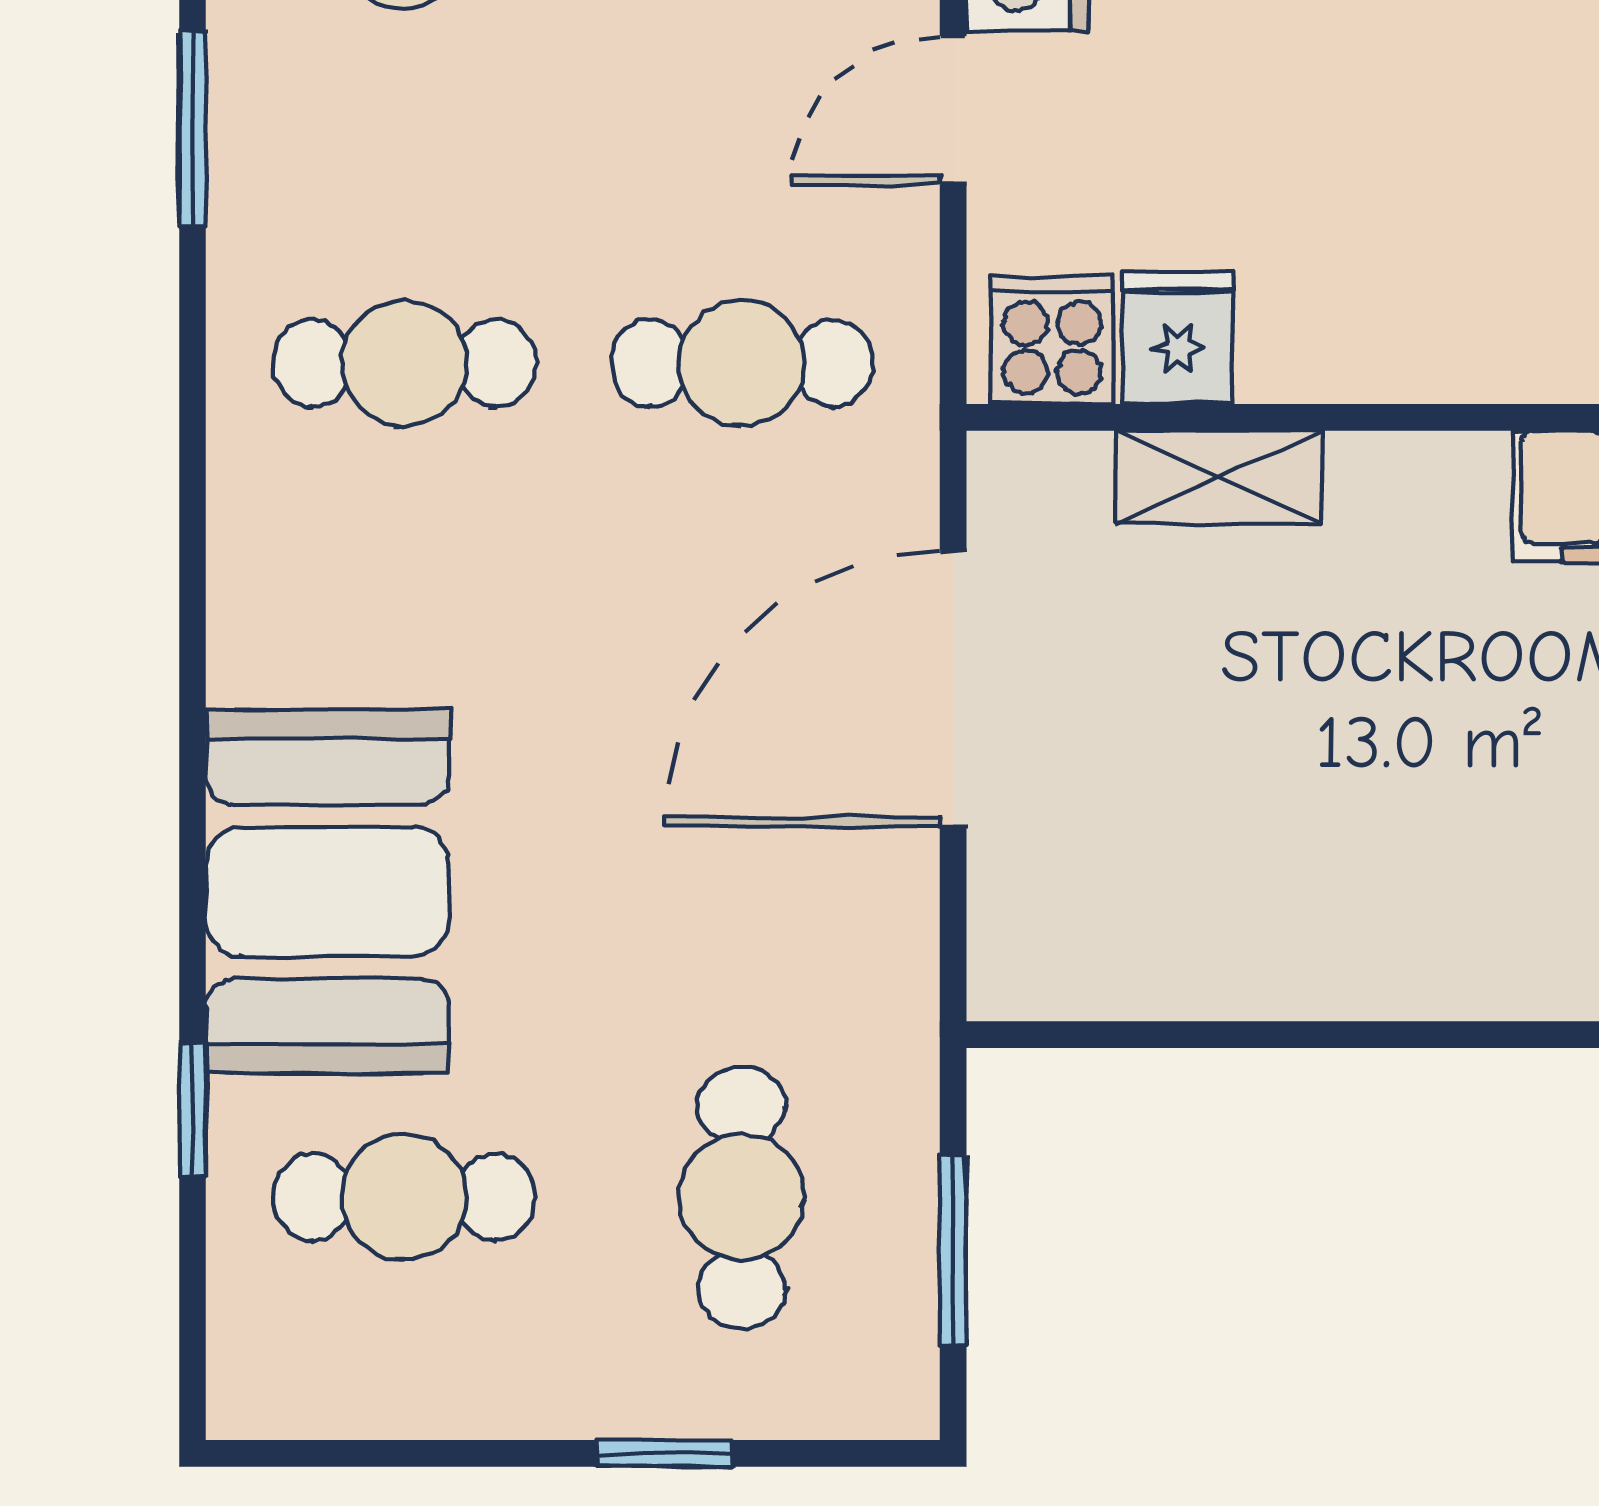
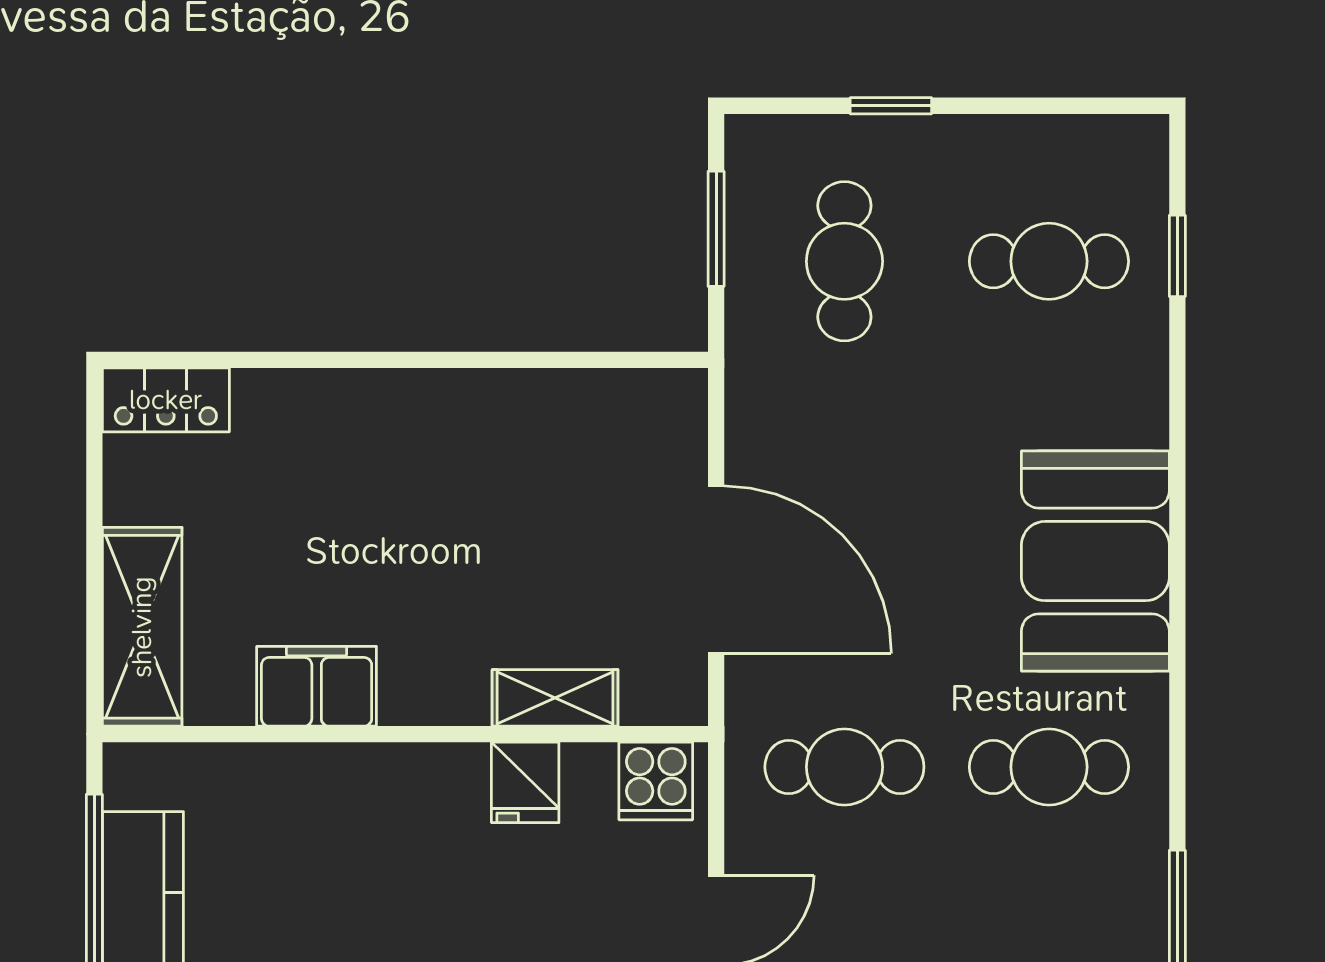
fridge: (1178, 338) -> (525, 782), moved
door: (953, 689) -> (716, 570), hinge flipped
booth: (328, 892) -> (1095, 561), moved
window: (193, 1109) -> (1177, 256), moved

